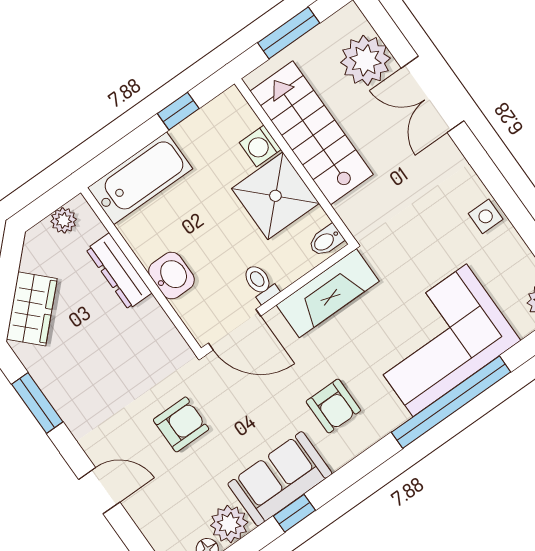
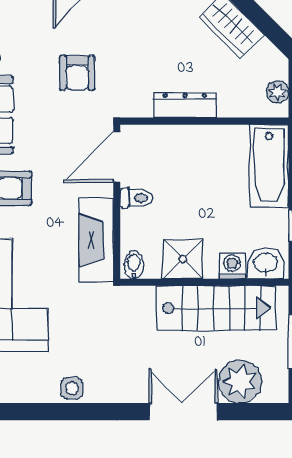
shower: (275, 196) -> (183, 259), width x0.73, depth x0.73
dresser: (119, 271) -> (185, 105), moved
washbasin: (171, 276) -> (266, 263), moved, turned 180

